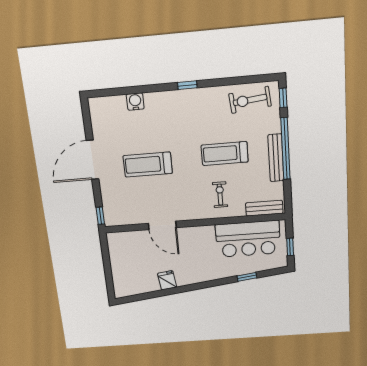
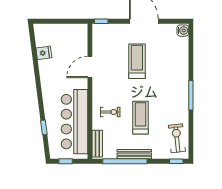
window: (187, 85) -> (191, 95), width x2.17
water cooler: (135, 102) -> (183, 31), moved
window: (285, 149) -> (125, 161), moved
bar counter: (248, 239) -> (74, 122), width x1.36
fridge: (167, 280) -> (44, 53), moved

